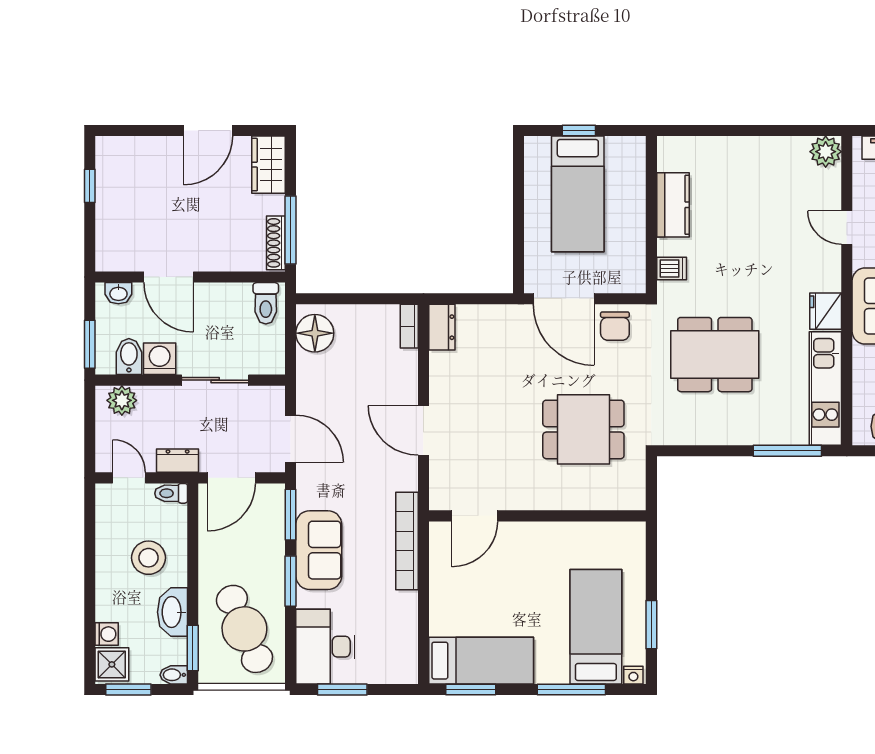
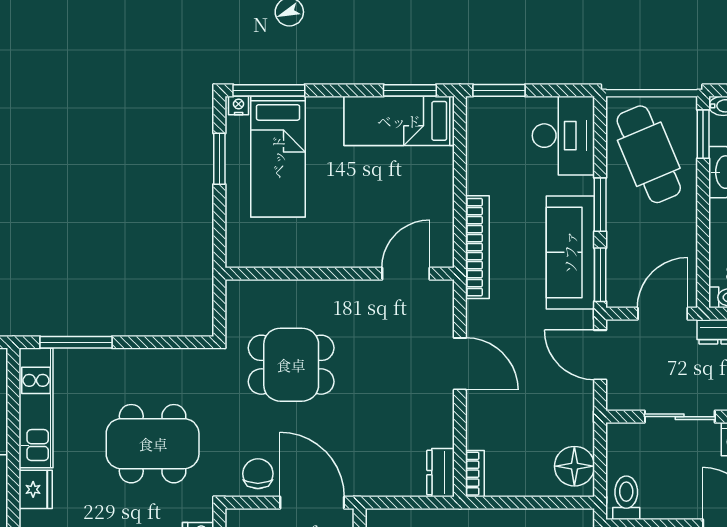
sofa: (319, 550) -> (570, 252), width x1.36
window: (342, 689) -> (499, 90), moved
window: (571, 689) -> (269, 90), moved

